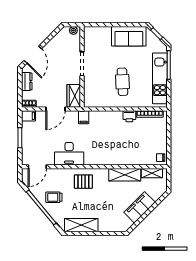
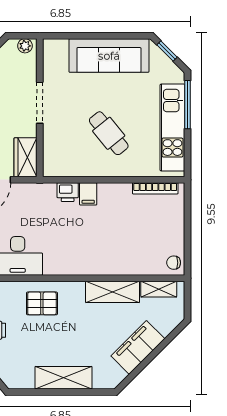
sofa: (129, 36) -> (109, 56), width x1.36
cafe table: (122, 82) -> (109, 133), turned -36
printer: (129, 116) -> (68, 192), moved
filing cabinet: (84, 117) -> (88, 194), moved
shelving: (81, 225) -> (63, 378), moved

